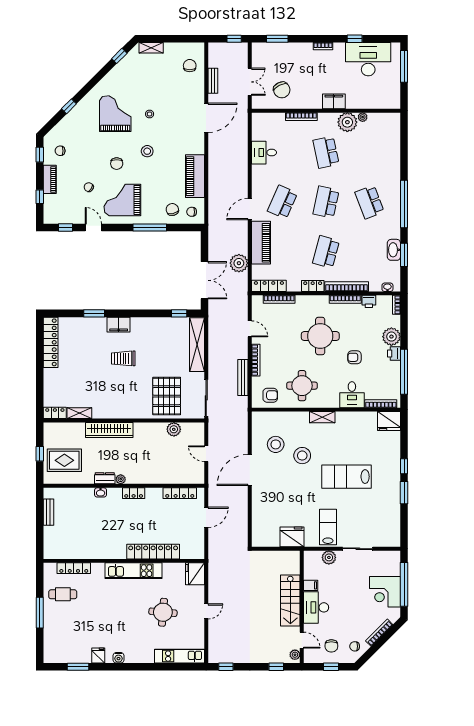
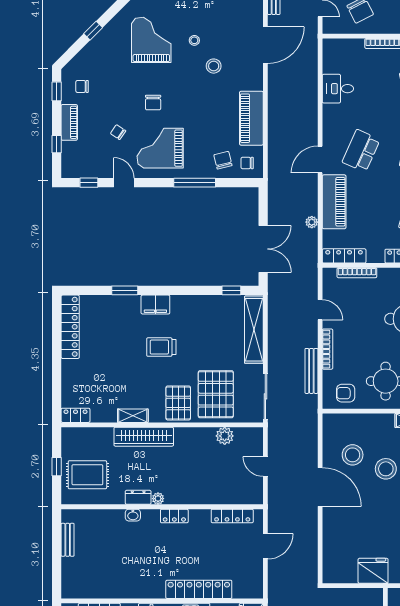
stool: (147, 151) -> (214, 66), moved
plant: (239, 263) -> (312, 222), width x0.53, depth x0.53
armchair: (270, 395) -> (346, 393), turned 180
pallet: (137, 403) -> (178, 403), added
shelving: (79, 413) -> (133, 416), moved
door: (250, 470) -> (320, 487), swing flipped

